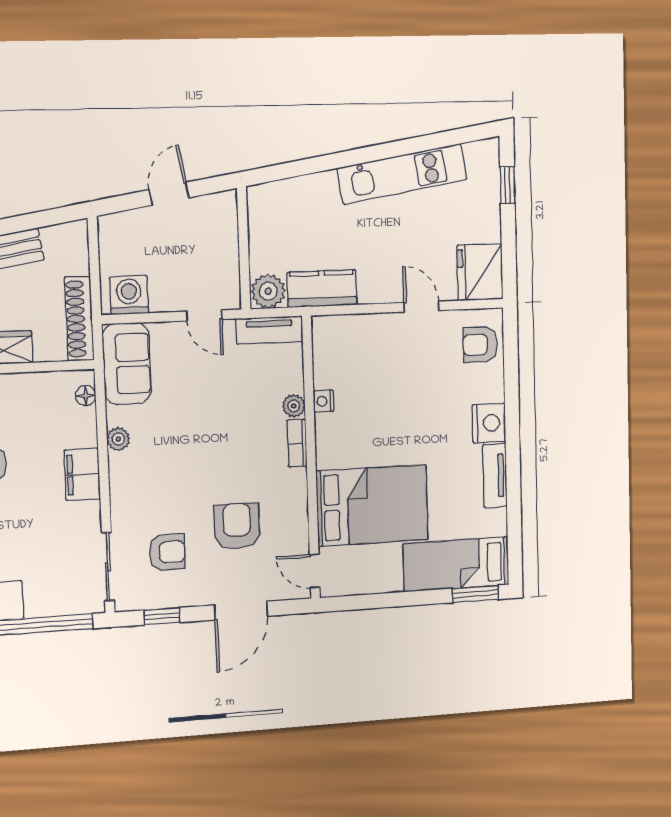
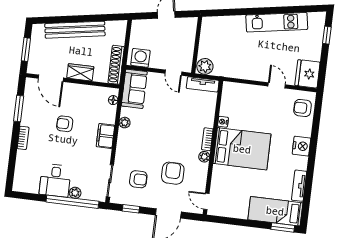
kitchen counter: (322, 289) -> (230, 69), removed
plant: (294, 406) -> (204, 157), moved
tv unit: (495, 476) -> (299, 186), moved
bed: (372, 505) -> (242, 149), moved
plant: (38, 606) -> (75, 193), added

